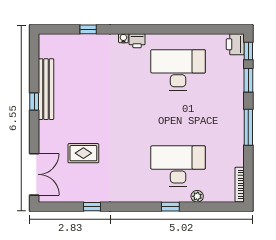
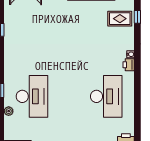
window: (88, 29) -> (137, 17), moved
rug: (83, 153) -> (120, 19), moved, turned 90

